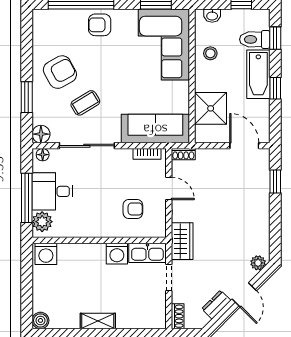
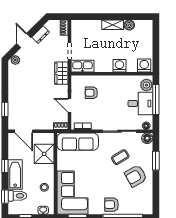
armchair: (100, 25) -> (112, 205), turned 180
washing machine: (117, 254) -> (120, 66), moved
boiler: (40, 320) -> (129, 25), moved

